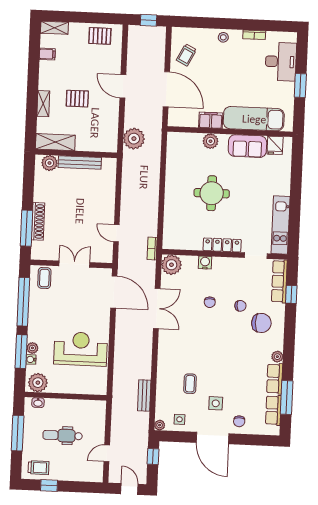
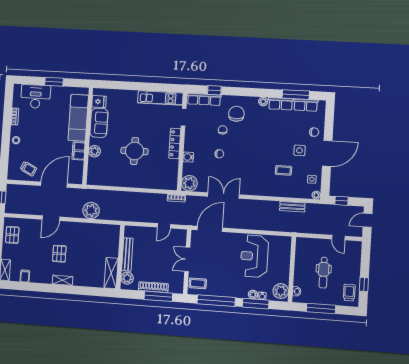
shelving: (55, 142) -> (111, 273), moved
wall: (76, 154) -> (120, 257), moved
bench: (80, 162) -> (127, 254), moved
plant: (49, 163) -> (127, 278), moved

